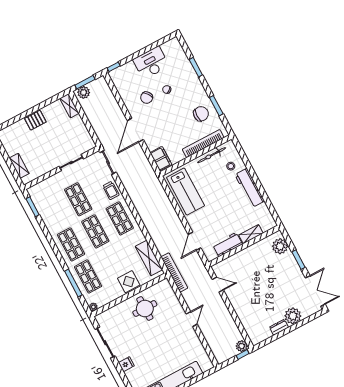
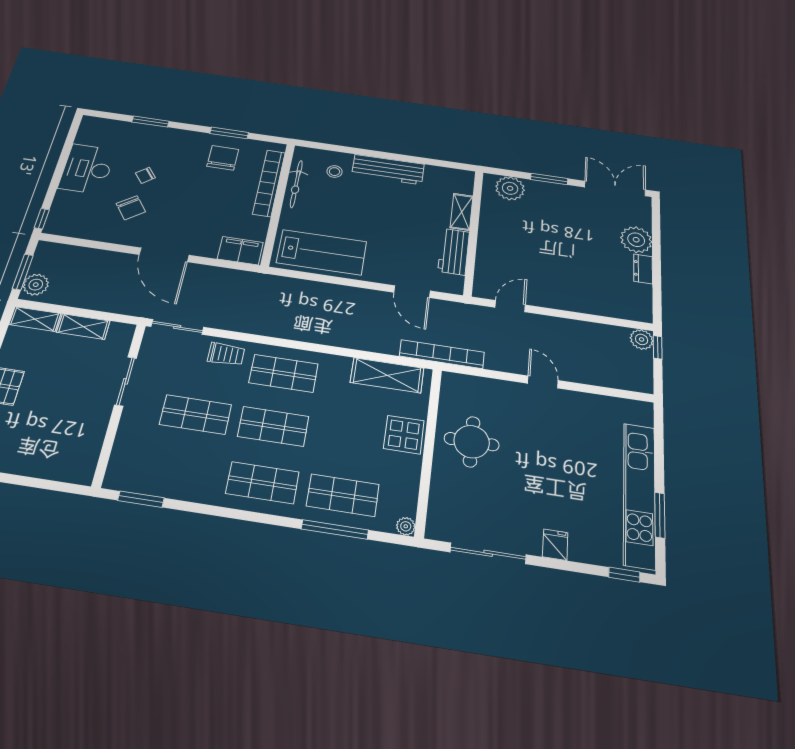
shelving: (19, 166) -> (83, 327), moved

